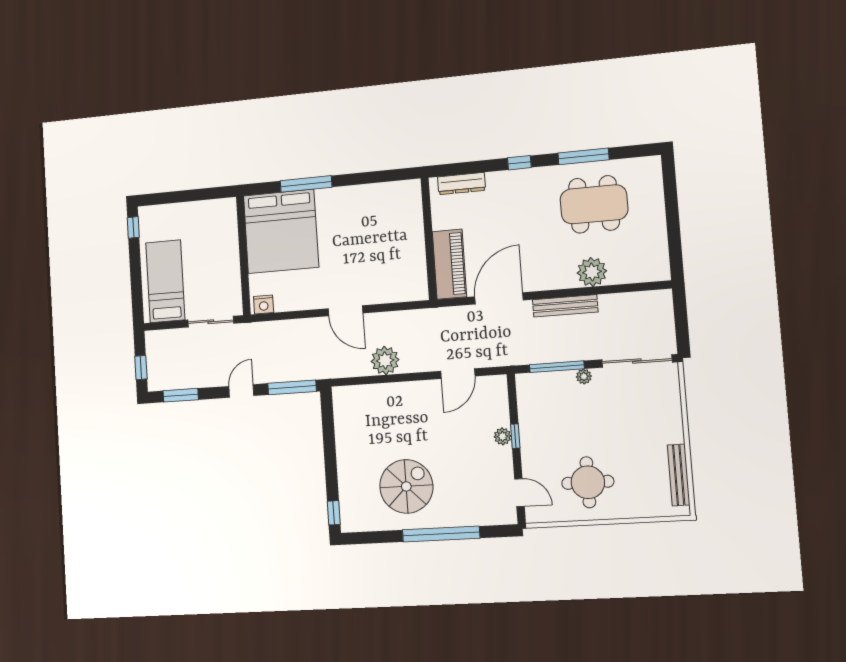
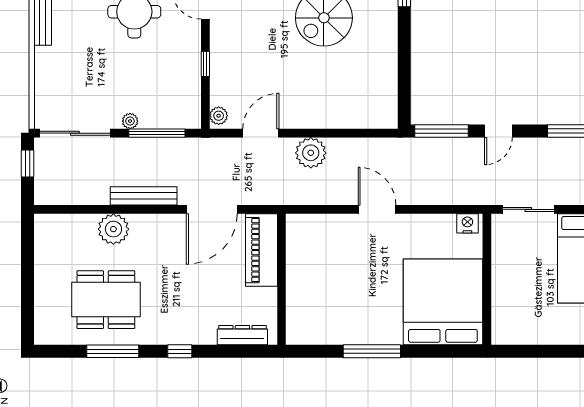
window: (306, 184) -> (372, 351), moved
window: (682, 328) -> (28, 163), added
plant: (385, 360) -> (311, 153), moved
plant: (503, 436) -> (219, 116), moved

